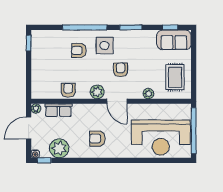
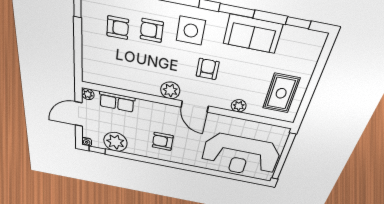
sofa: (174, 40) -> (253, 34), moved
armchair: (68, 90) -> (118, 28), moved, turned 90

